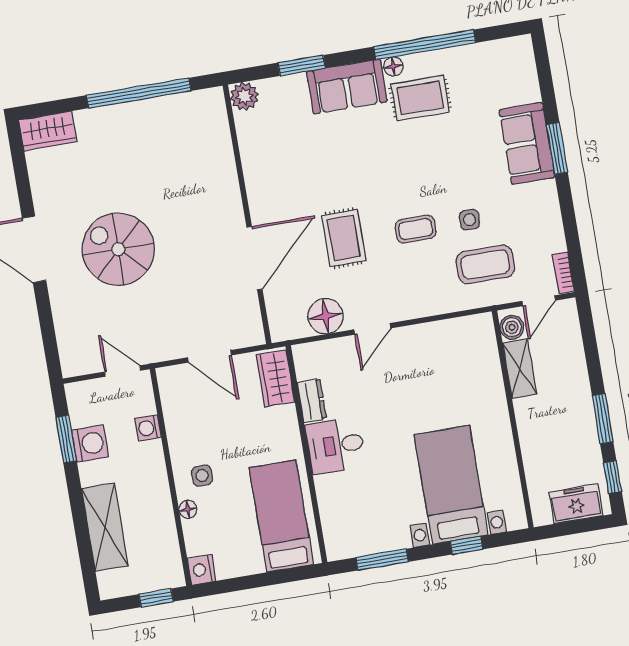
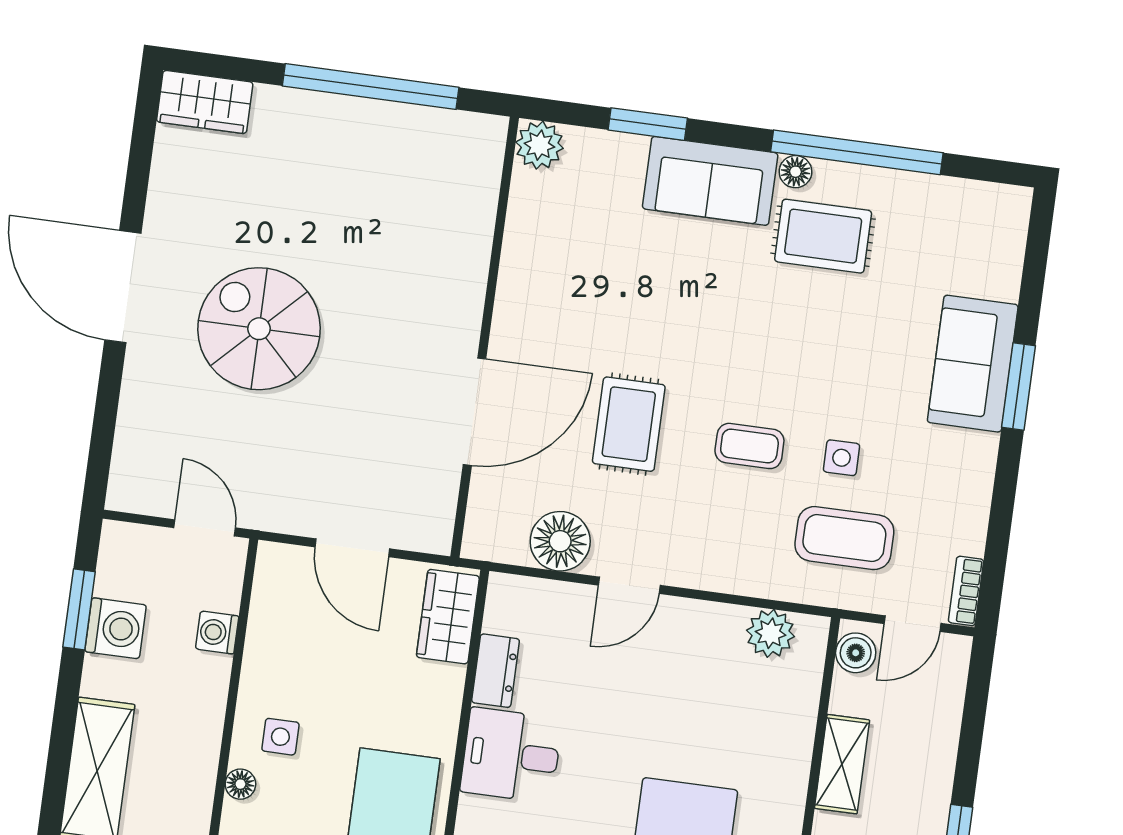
plant: (460, 331) -> (771, 633), added
shelving: (520, 369) -> (842, 764), moved

